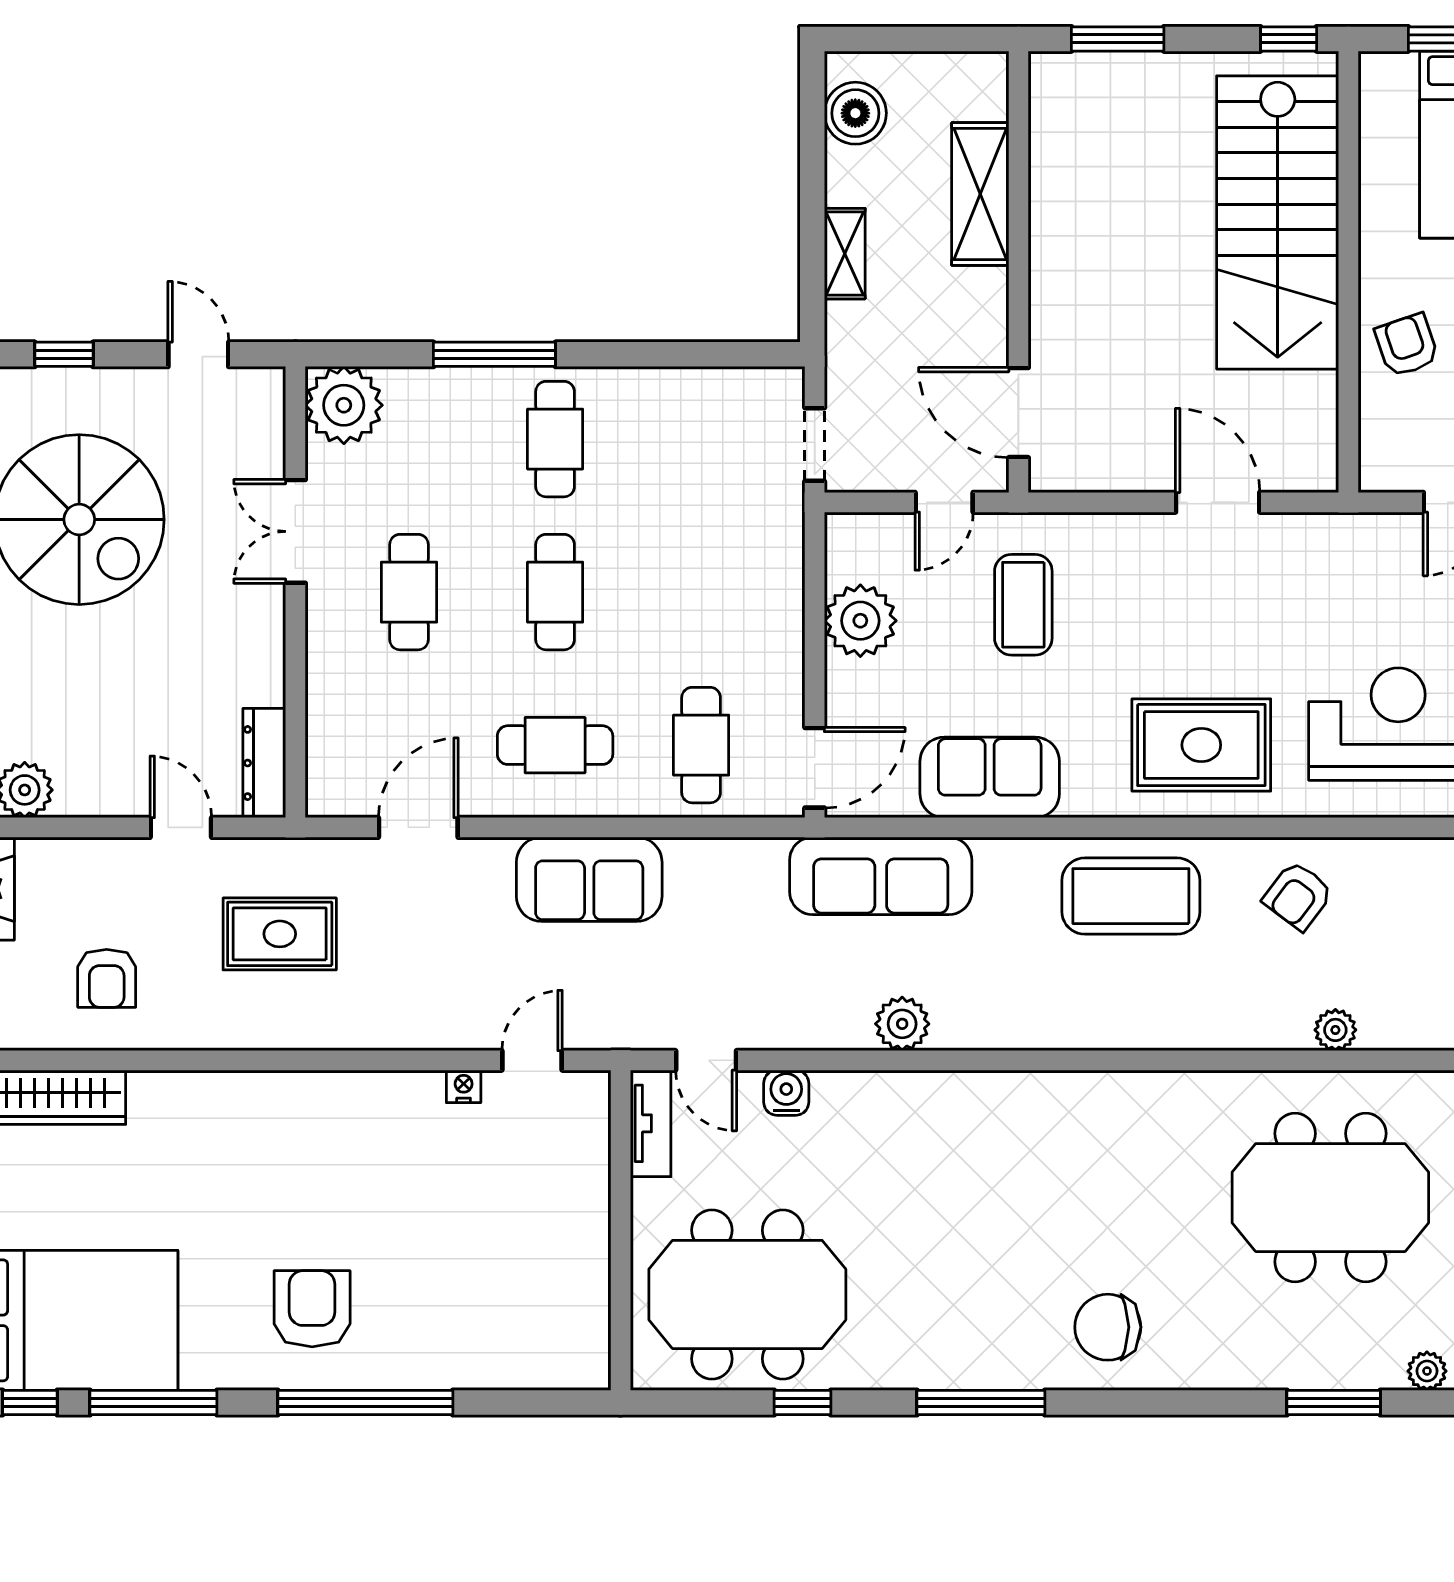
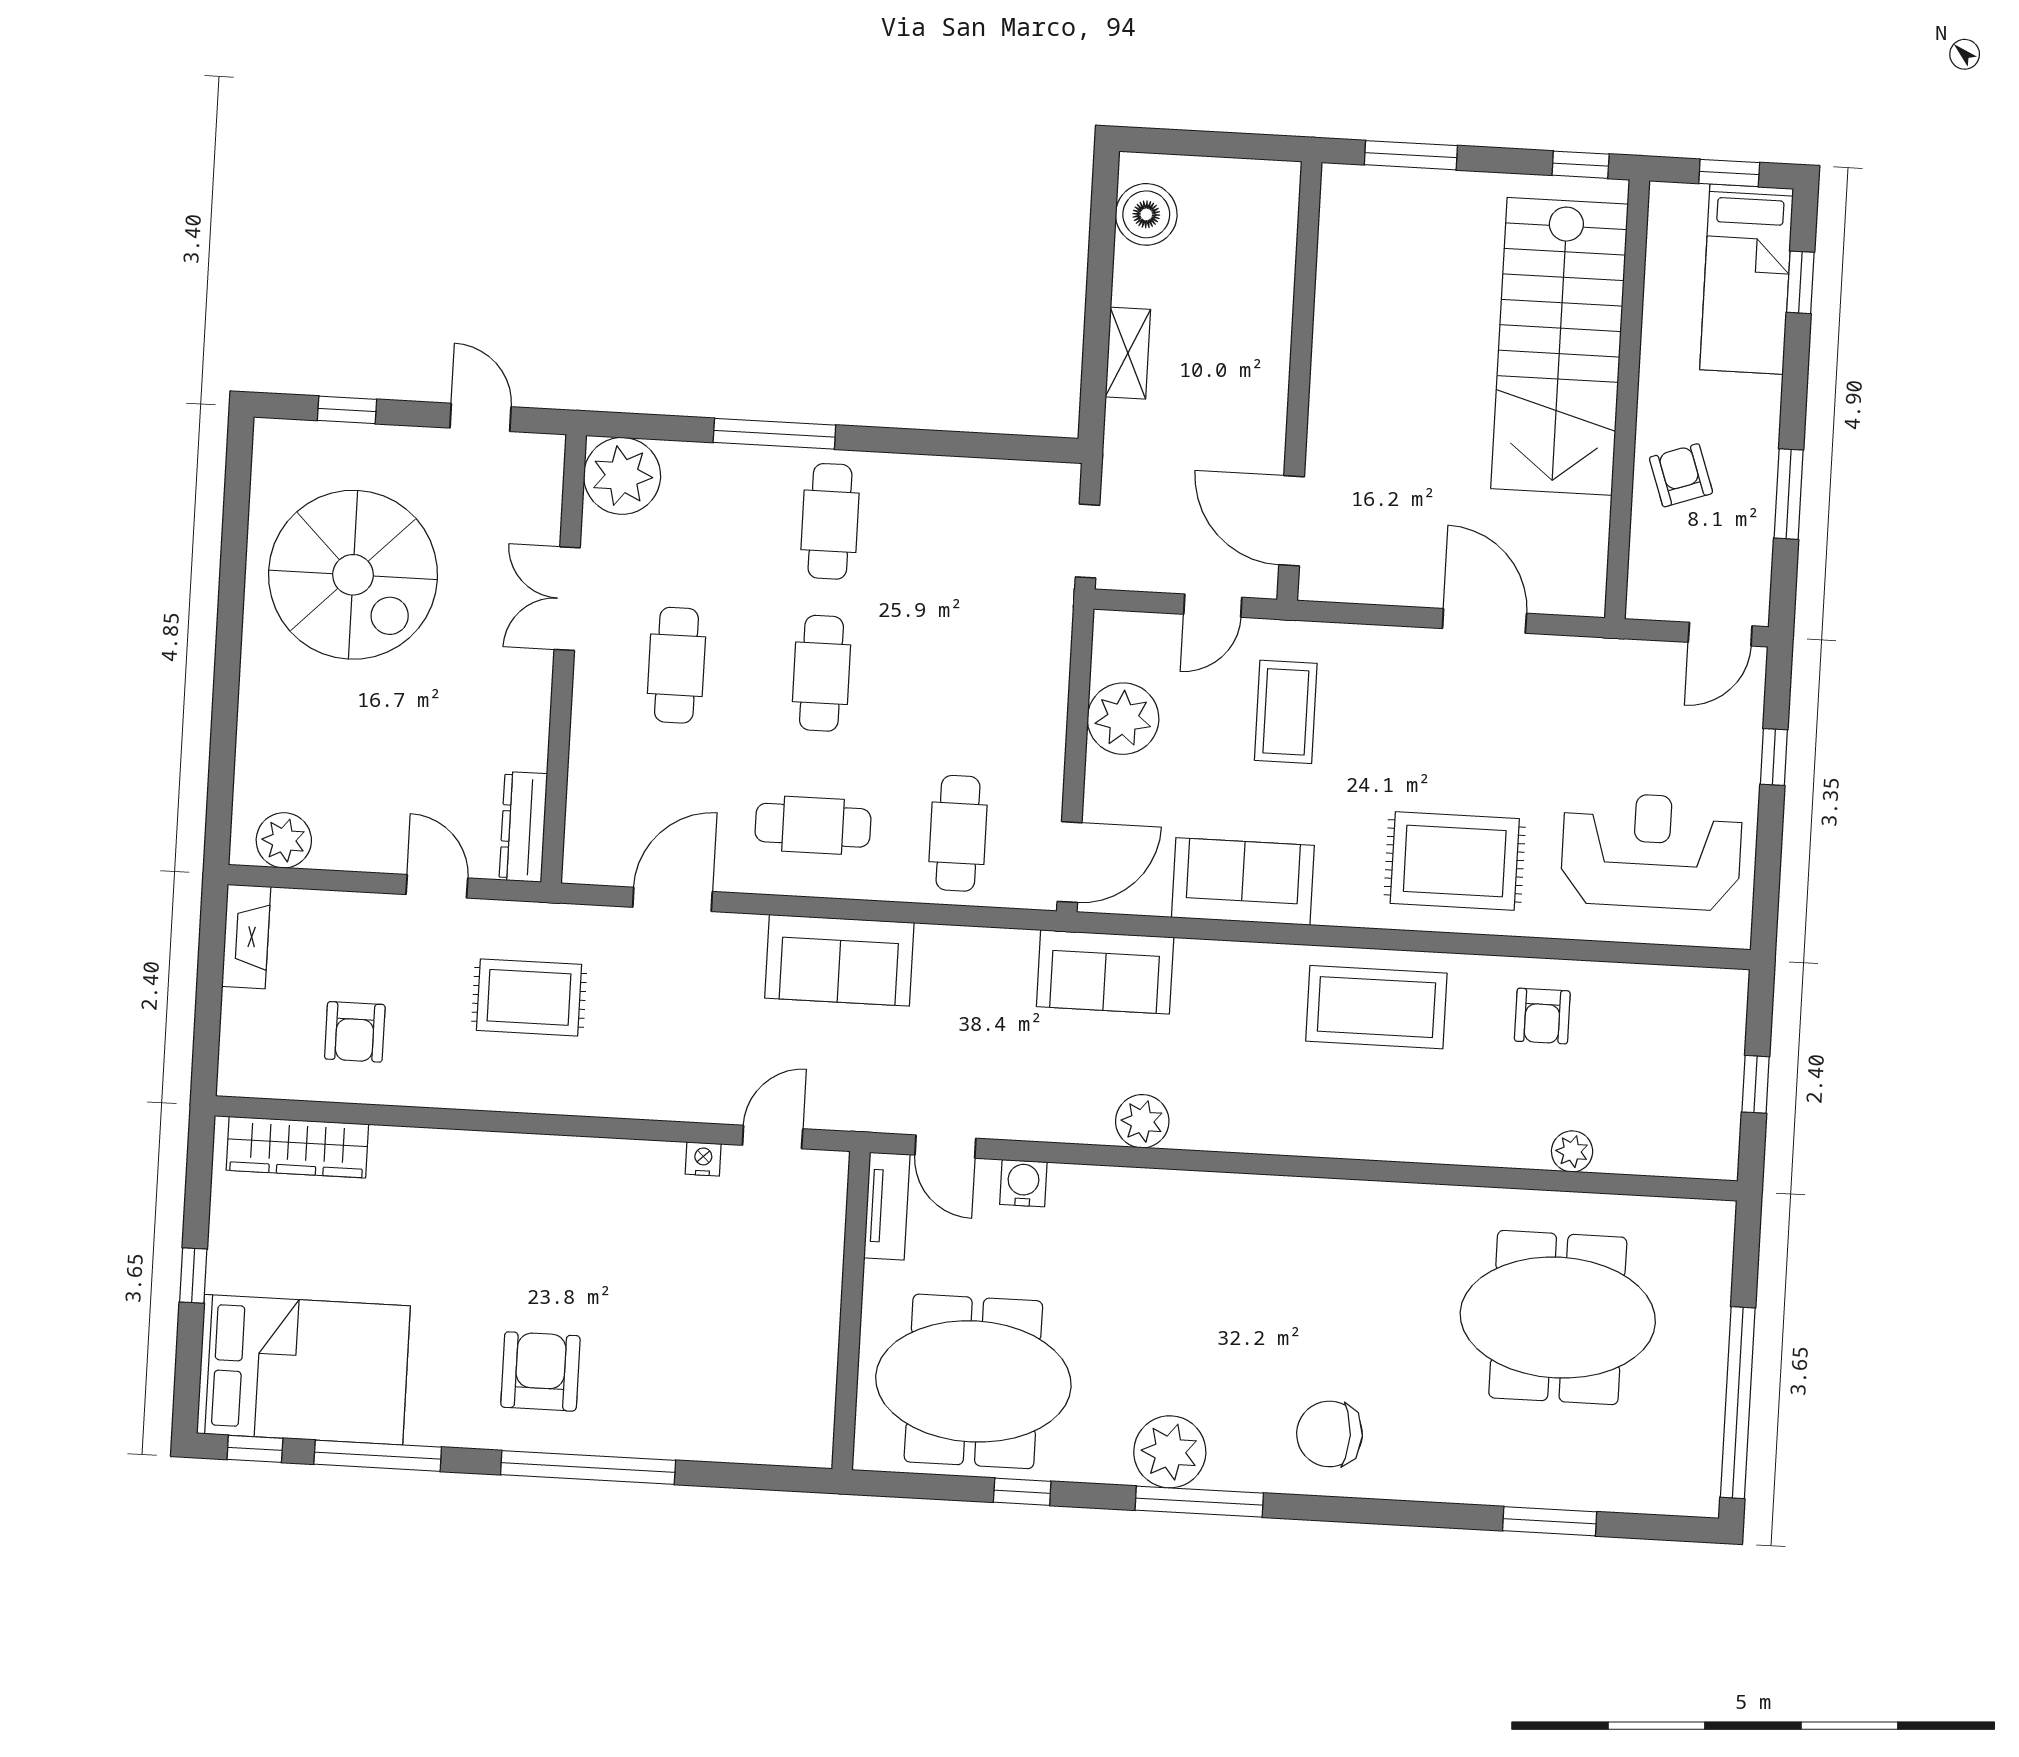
shelving: (980, 194) -> (1266, 302), removed
sofa: (881, 876) -> (1105, 972), width x0.73
armchair: (1298, 896) -> (1542, 1016), turned -37
plant: (1427, 1371) -> (1170, 1452), moved, width x1.88, depth x1.88

